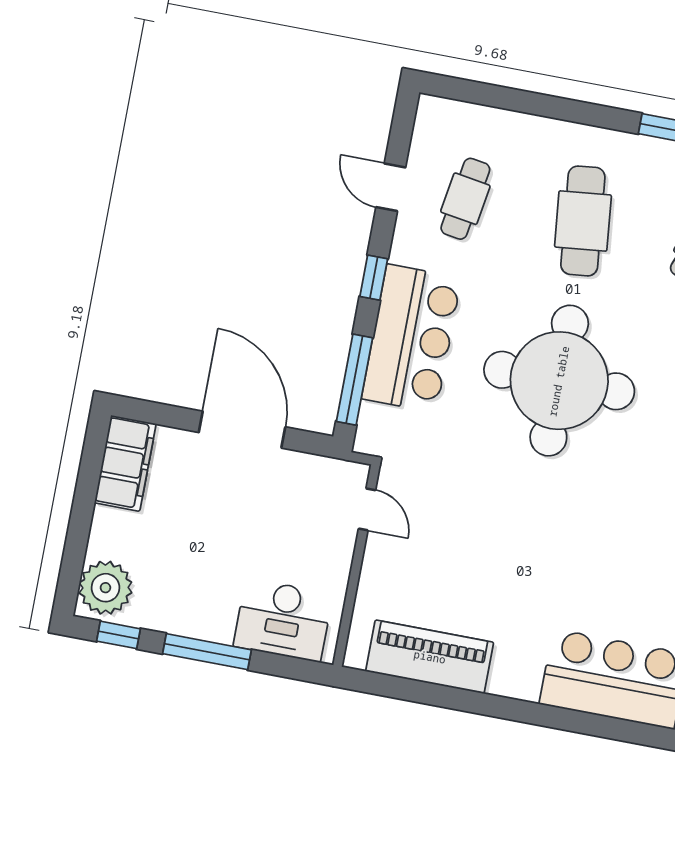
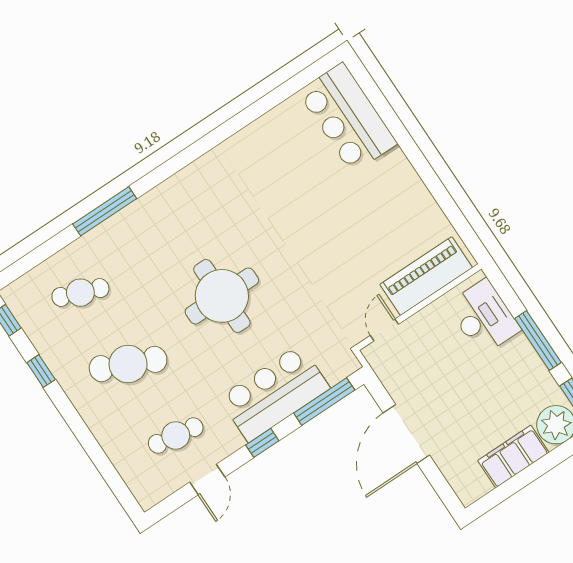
cafe table: (583, 221) -> (128, 364), turned 30
round table: (559, 381) -> (222, 296), width x0.73, depth x0.73
filing cabinet: (125, 463) -> (513, 456), moved
piano: (430, 657) -> (426, 276), moved, turned 90

